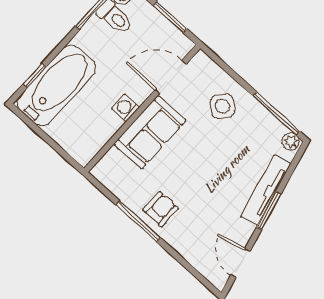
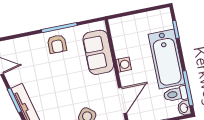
bathtub: (56, 86) -> (167, 59), moved
sofa: (150, 132) -> (98, 52), moved

